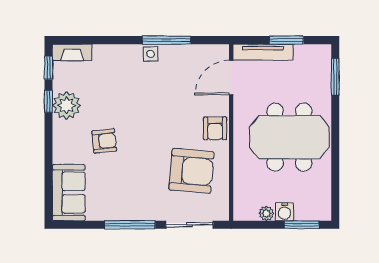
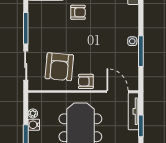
armchair: (104, 141) -> (78, 12), turned -84

